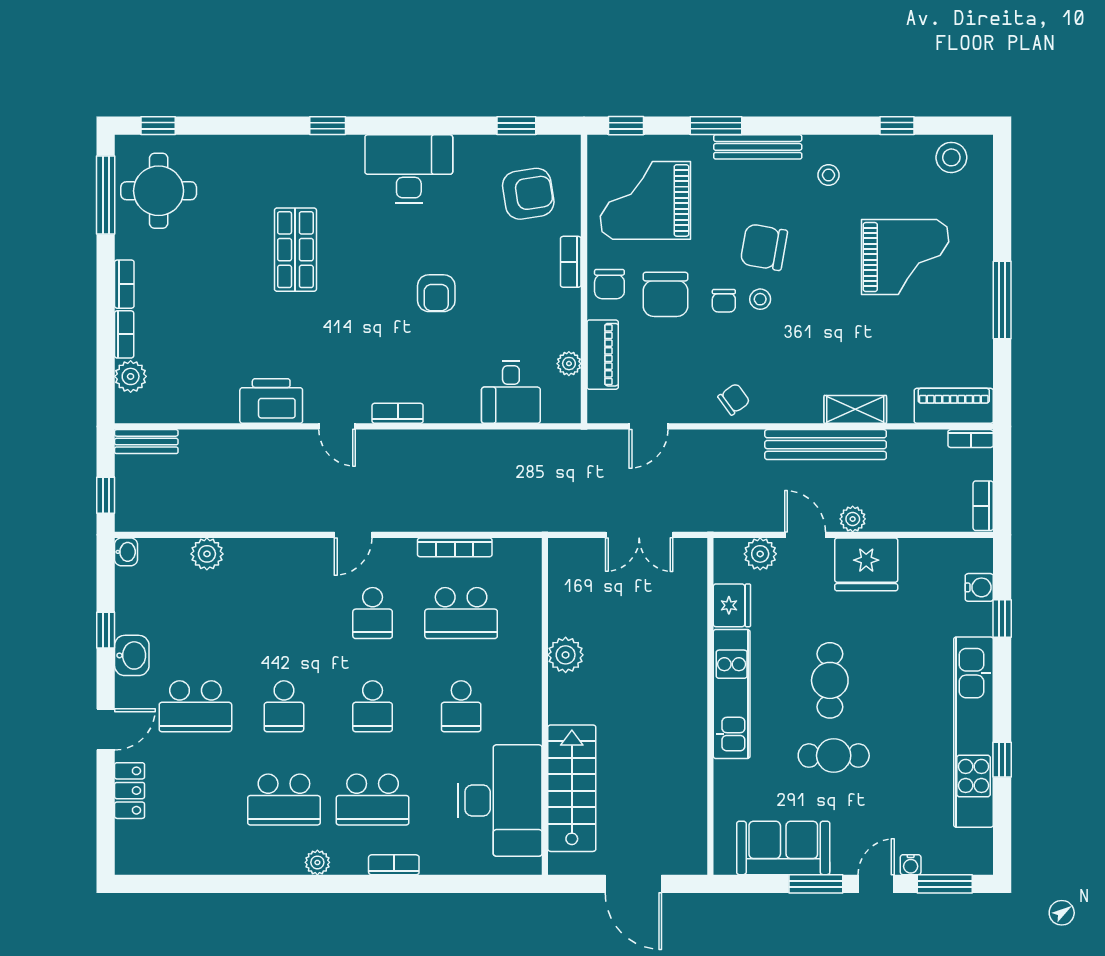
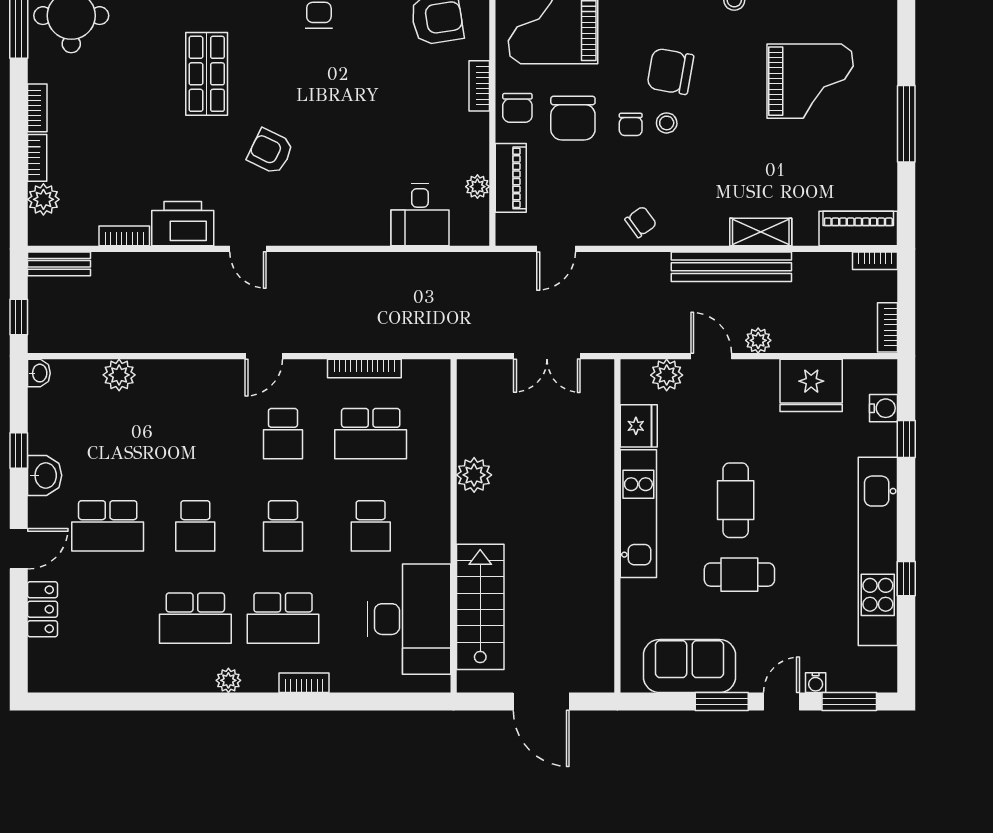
armchair: (436, 293) -> (270, 151), moved, turned 116
bookcase: (398, 413) -> (124, 236), moved
fridge: (866, 564) -> (811, 385), moved

